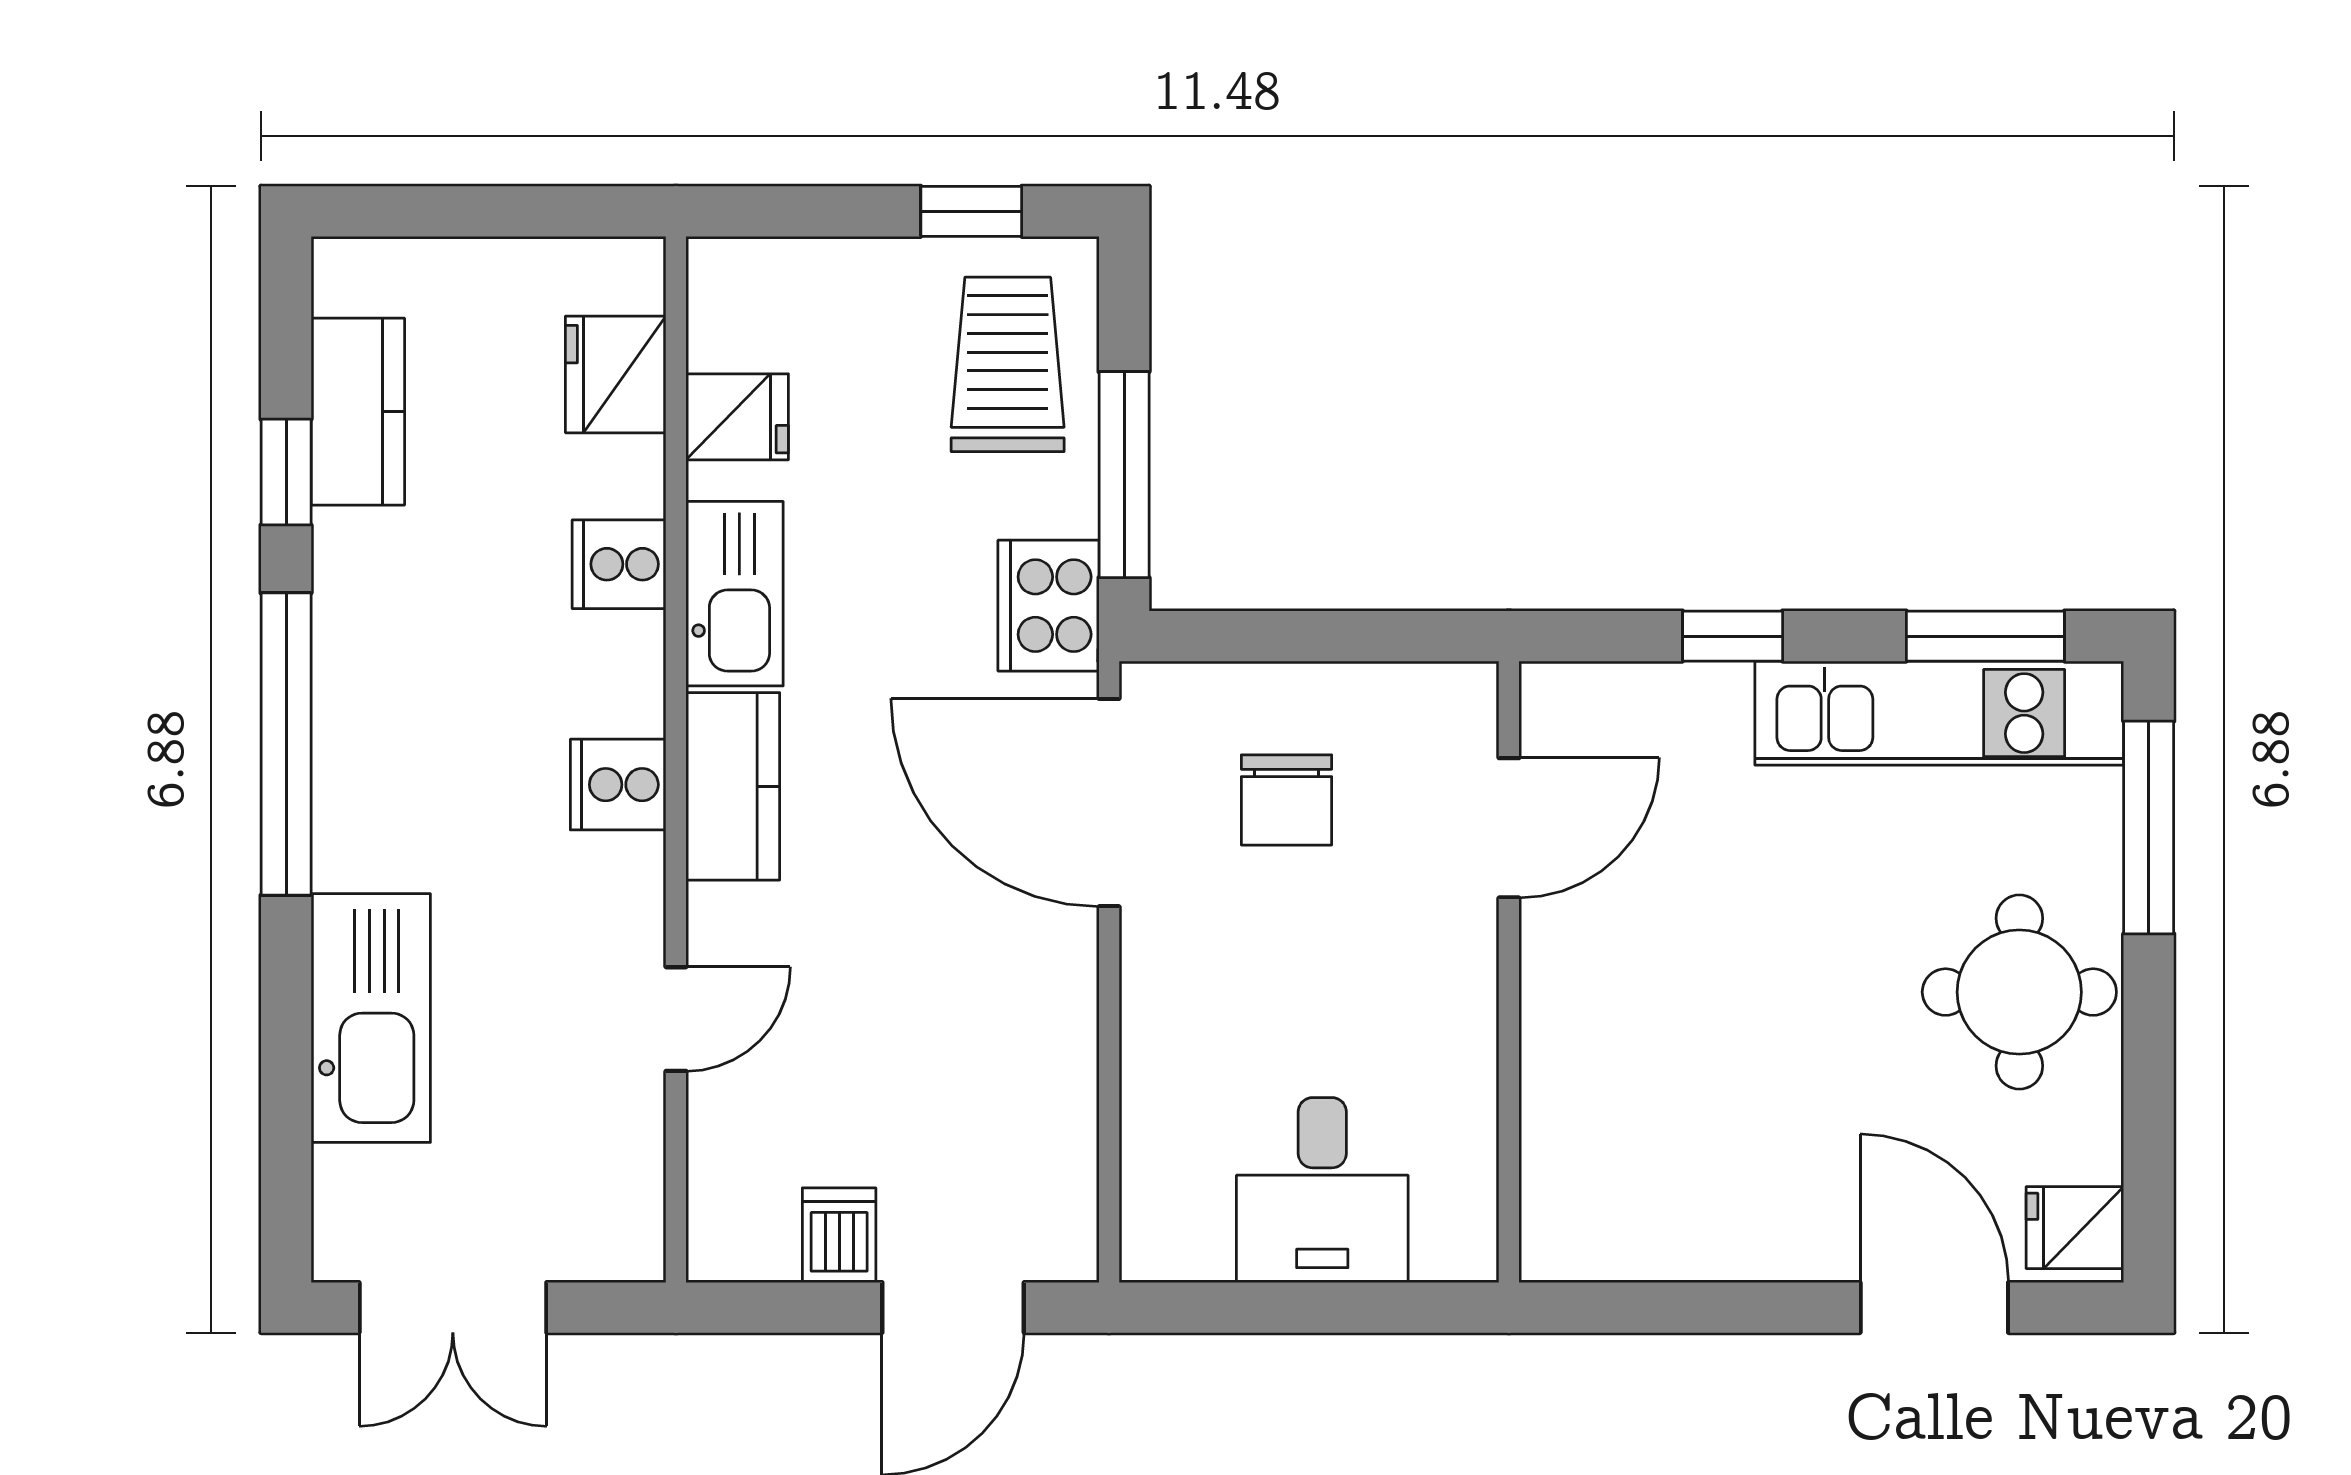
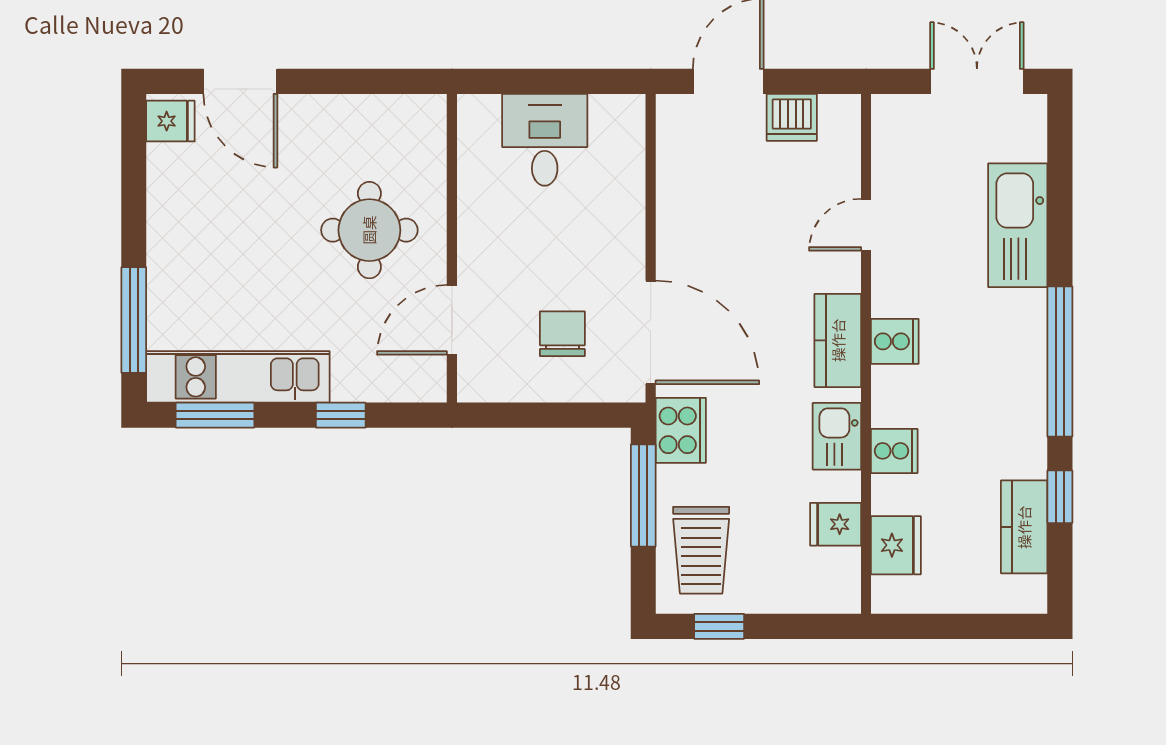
kitchen sink: (735, 594) -> (837, 436), width x0.73
round table: (2019, 992) -> (369, 230), moved
dishwasher: (839, 1235) -> (792, 117), width x1.38

